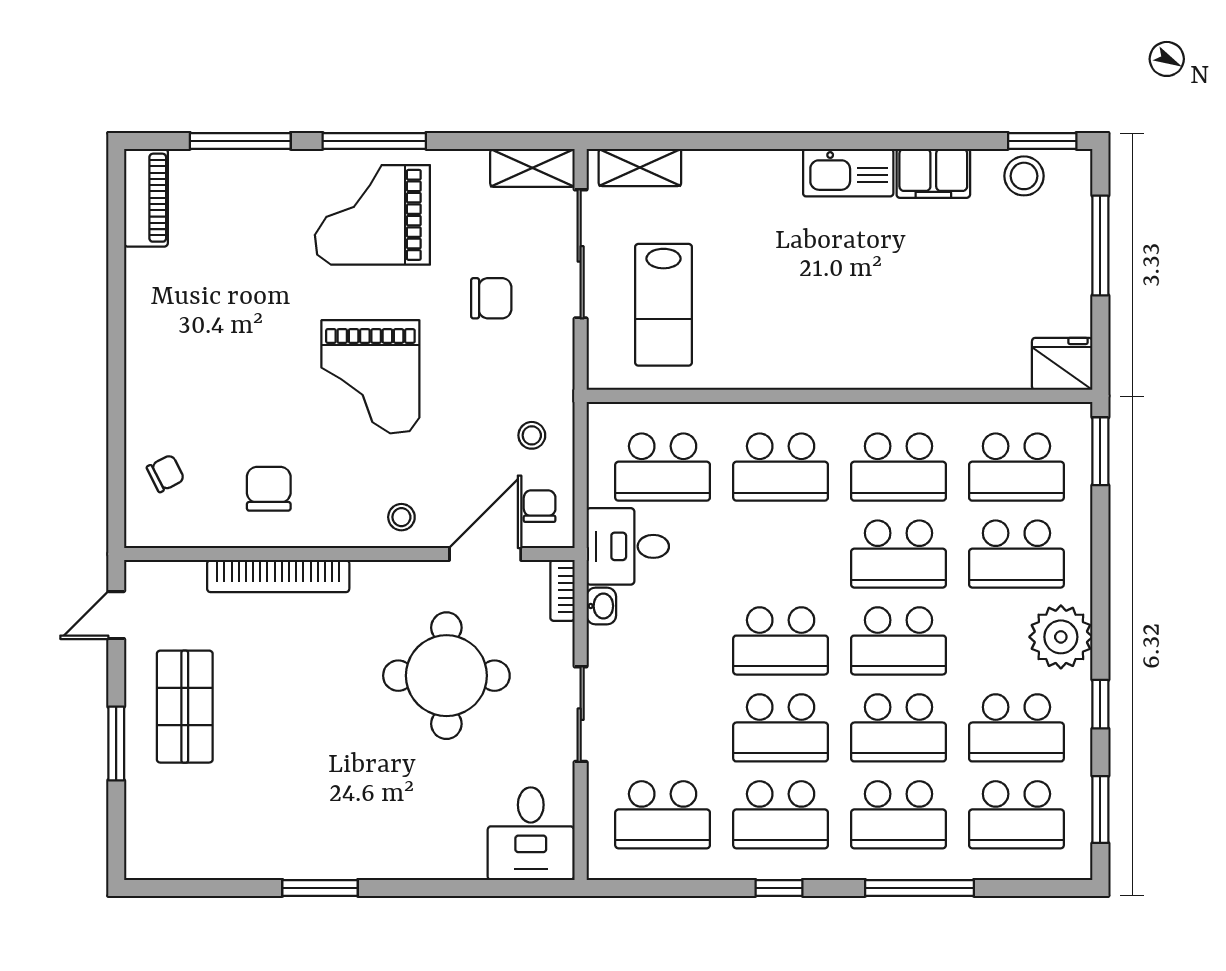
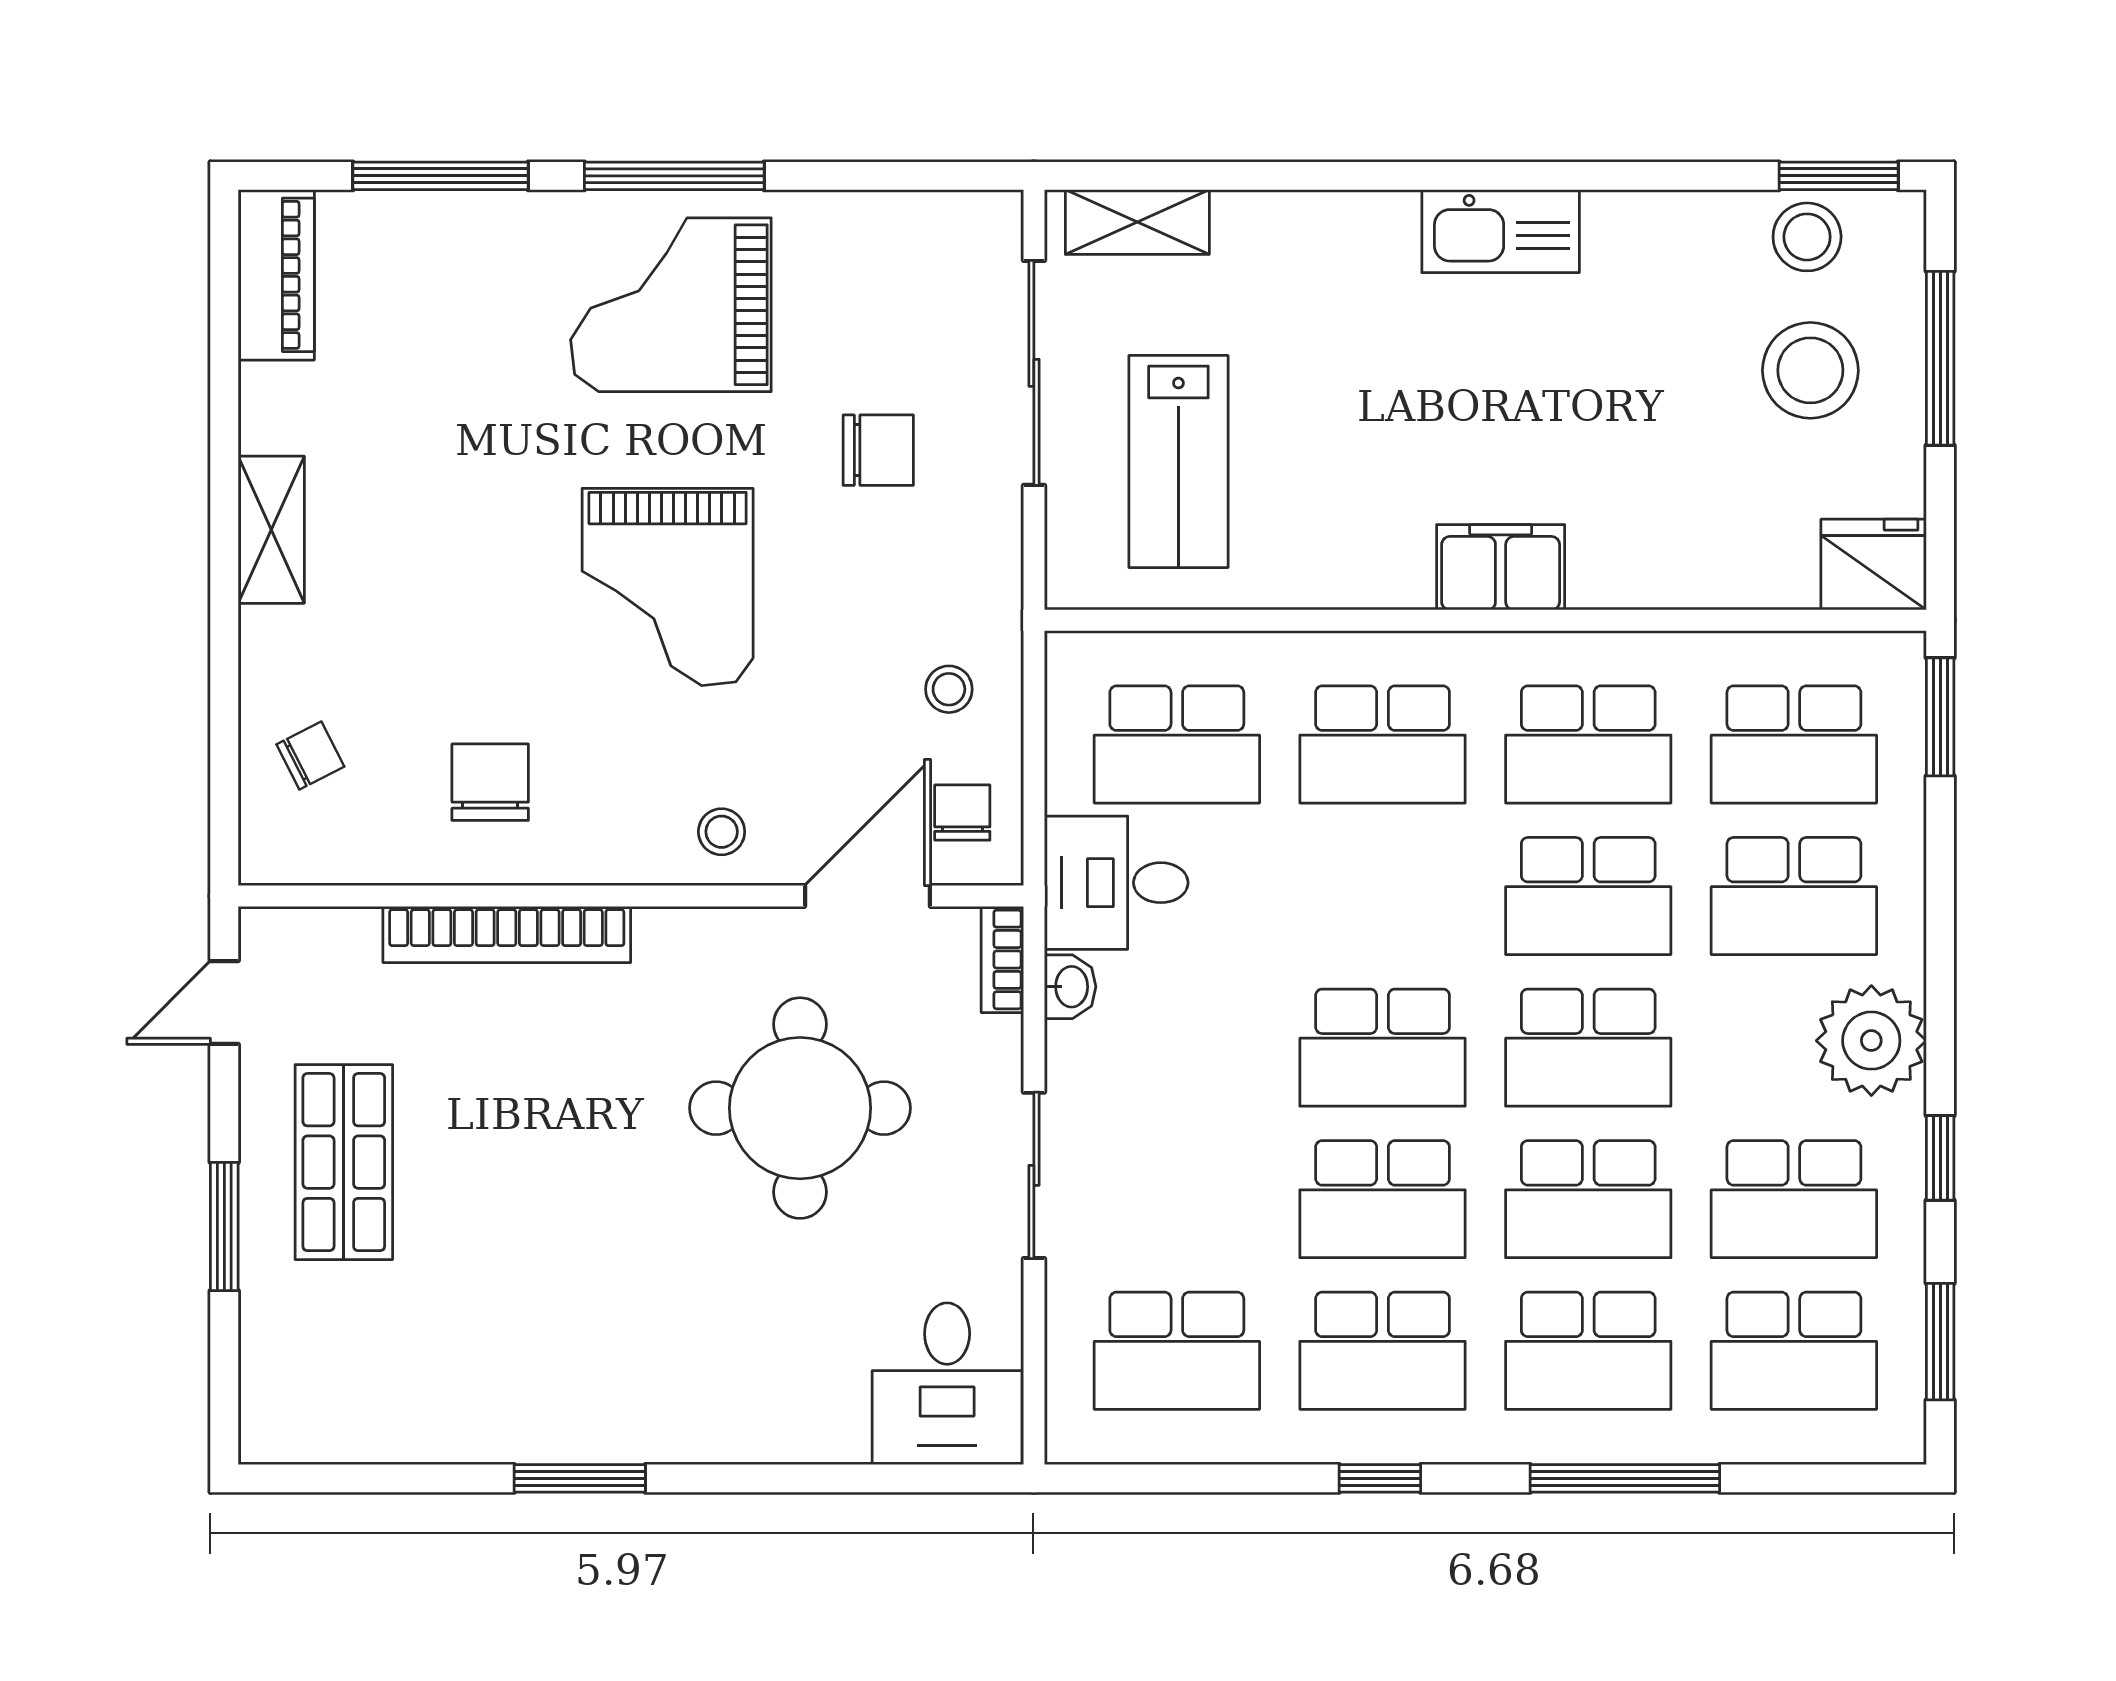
shelving: (532, 168) -> (271, 530), moved, turned 90
filing cabinet: (933, 173) -> (1501, 567), moved, turned 180
stool: (1026, 253) -> (1810, 370), added

